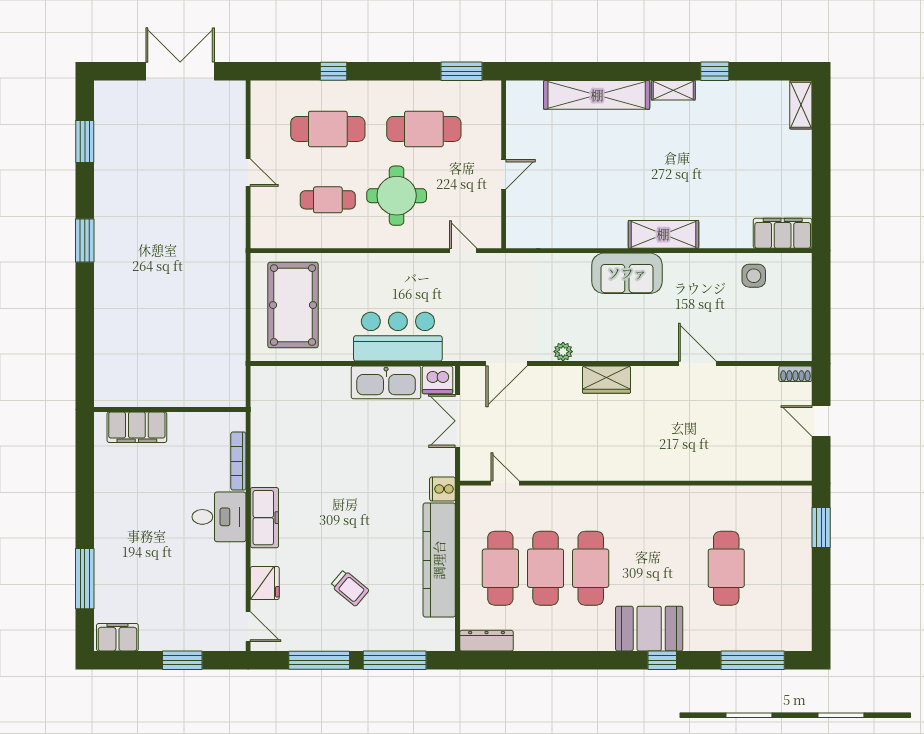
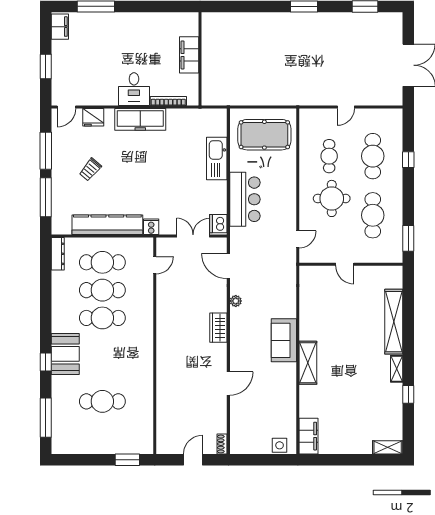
side table: (754, 276) -> (280, 445), moved
kitchen sink: (386, 382) -> (217, 158), moved
filing cabinet: (137, 427) -> (189, 55), moved
freezer: (264, 518) -> (140, 119), width x1.36, depth x1.26

